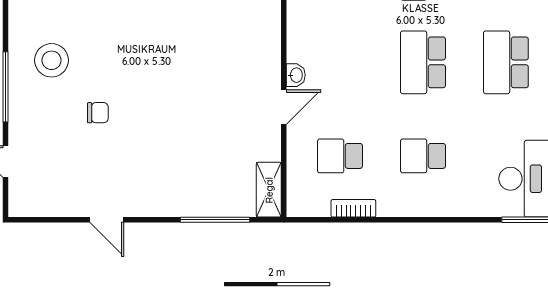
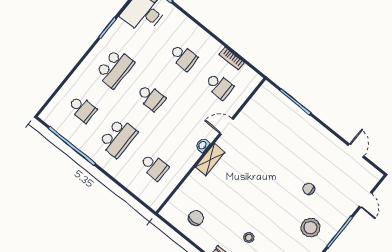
school desk: (423, 62) -> (151, 97), width x0.54
washbasin: (296, 75) -> (203, 145), moved
shelving: (269, 190) -> (210, 160), moved
door: (107, 220) -> (356, 151), moved

